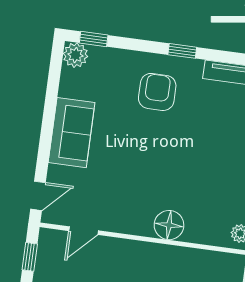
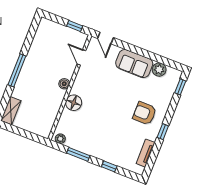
plant: (75, 55) -> (159, 70), moved
armchair: (157, 92) -> (145, 113), turned 180
boiler: (139, 250) -> (64, 84), added

